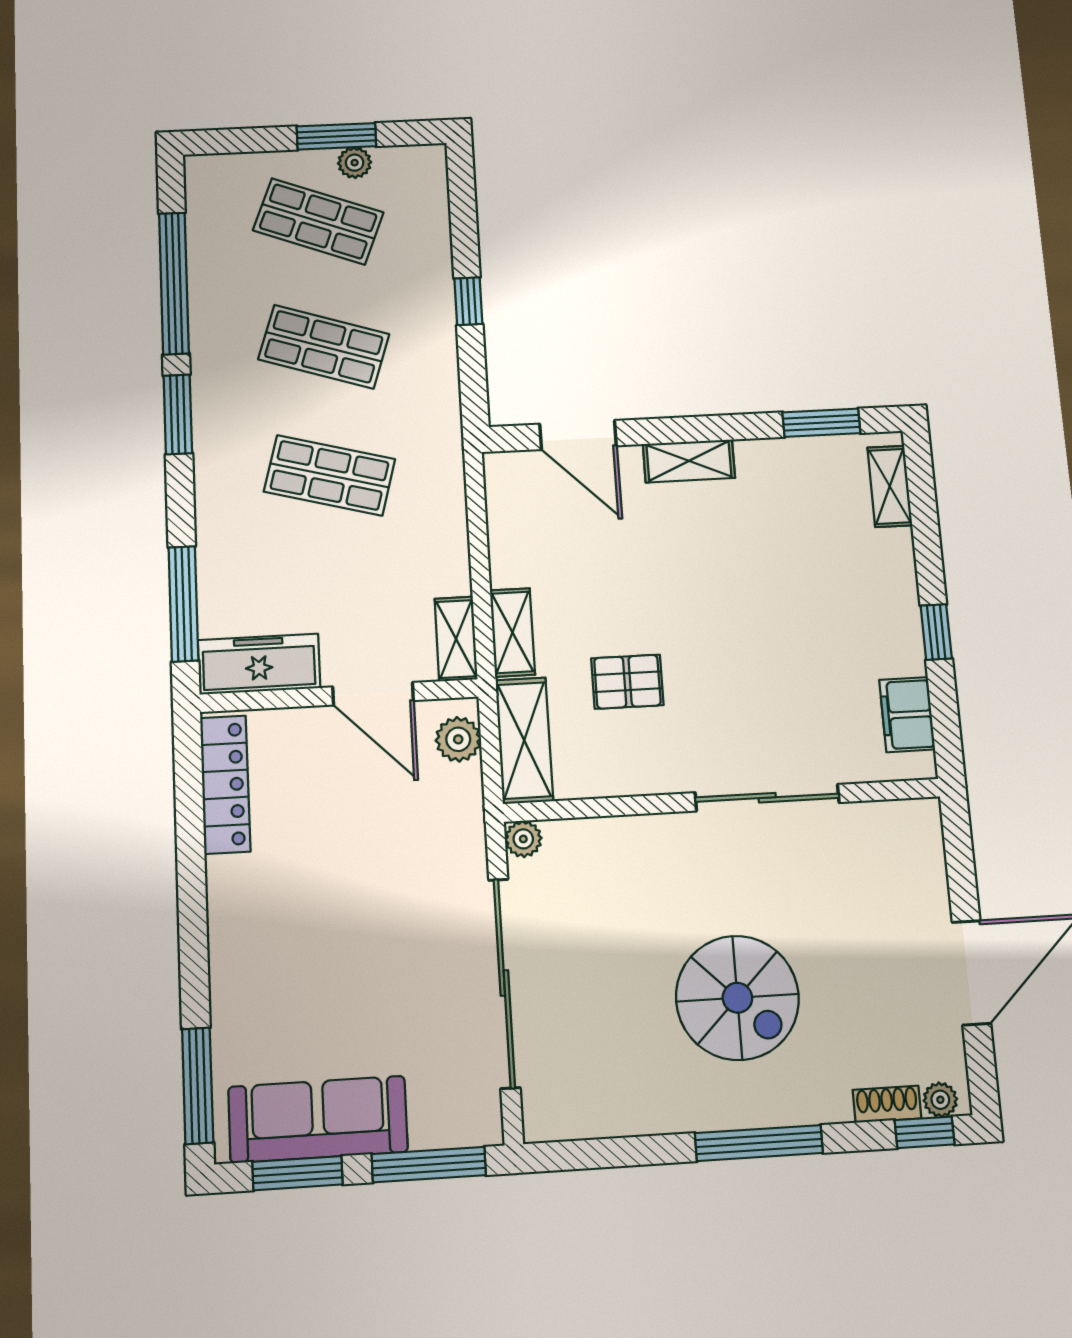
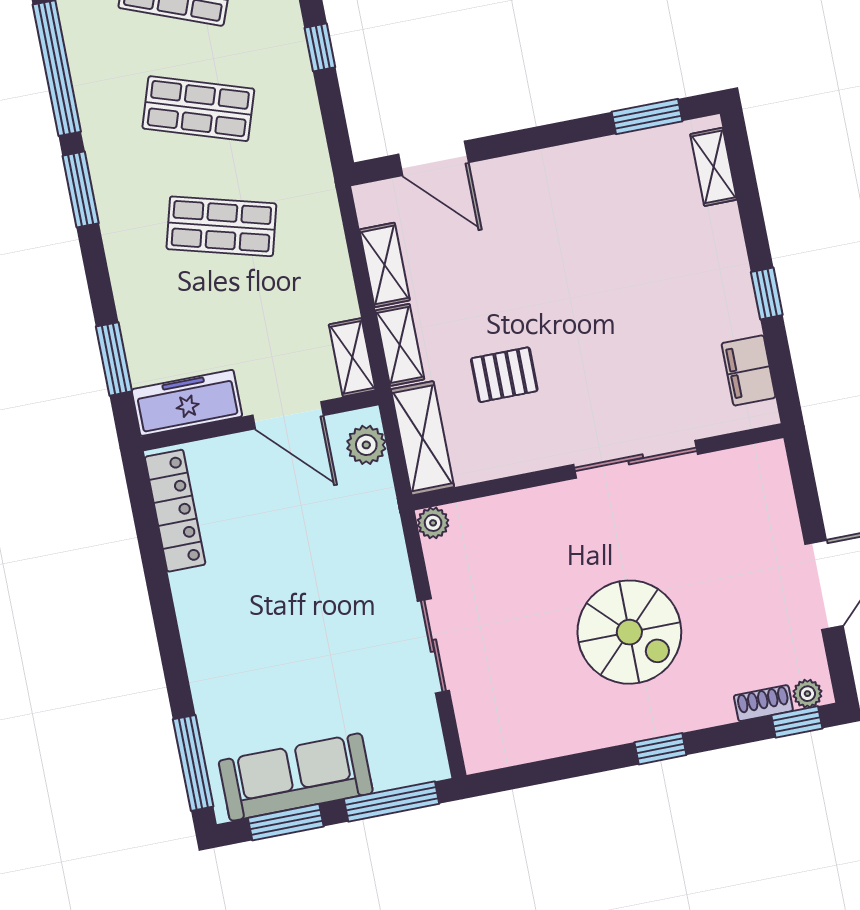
shelving: (689, 461) -> (385, 265), moved, turned 90
window: (183, 604) -> (114, 359), width x0.69
sliding door: (504, 983) -> (433, 646), width x0.54
window: (759, 1143) -> (660, 749), width x0.46

